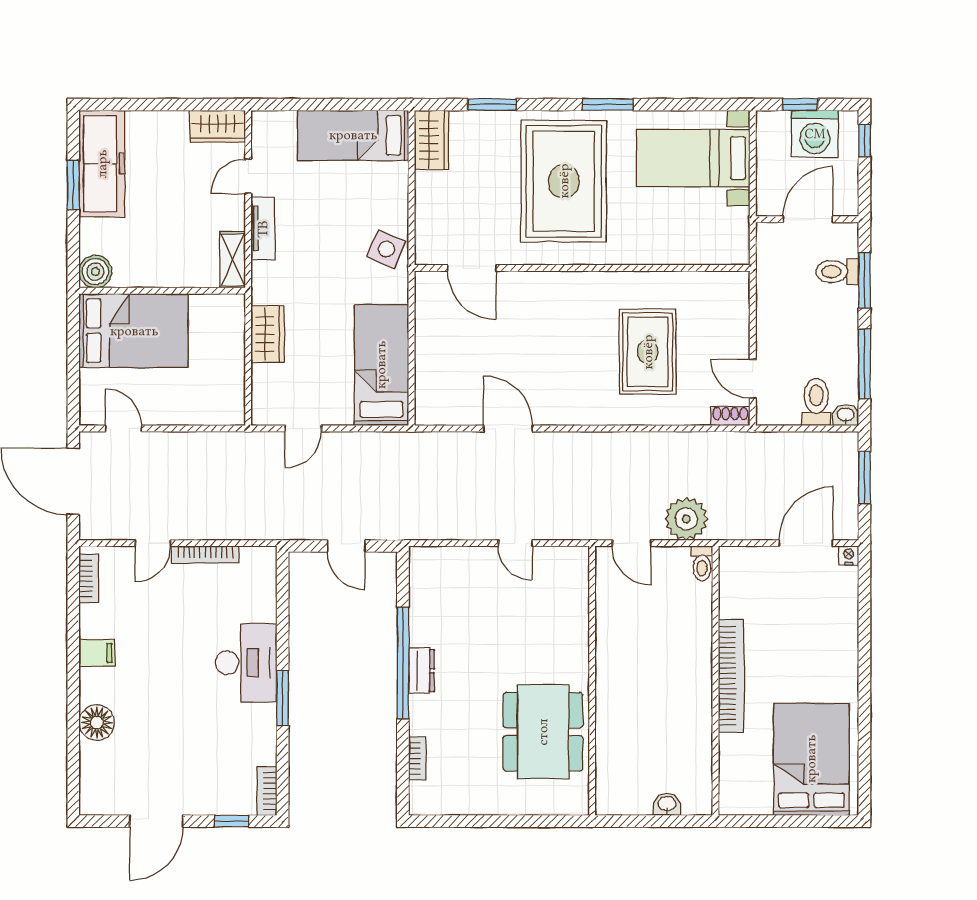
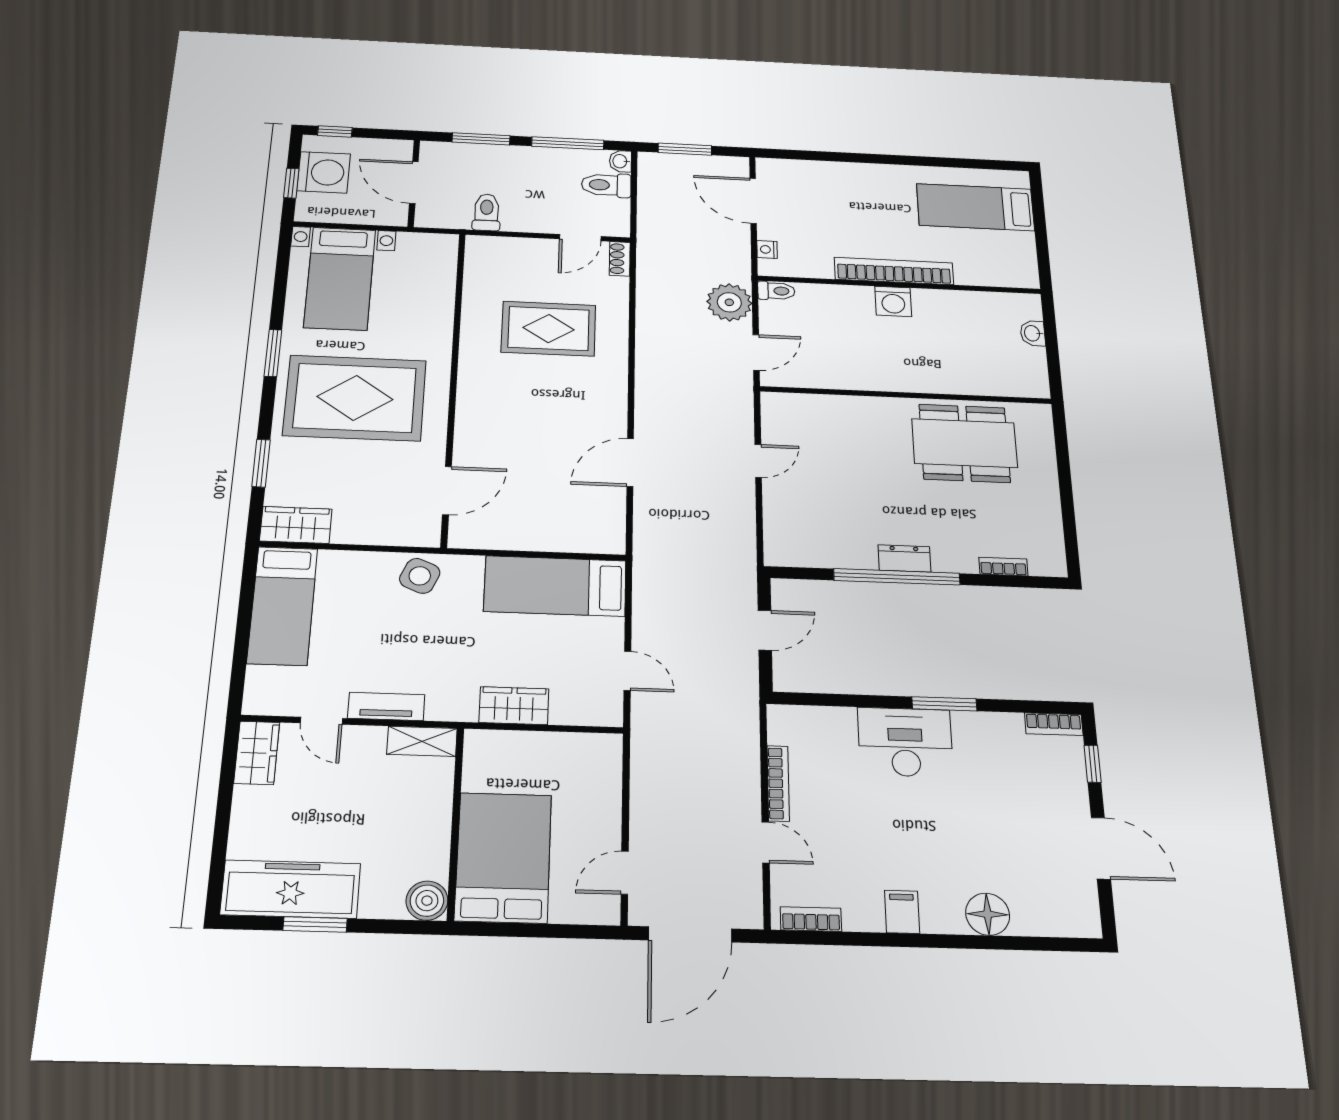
toilet: (837, 272) -> (487, 212), moved, turned 180
nightstand: (849, 555) -> (767, 249), moved
washing machine: (696, 674) -> (893, 301), added
bed: (811, 759) -> (975, 207), width x0.67

